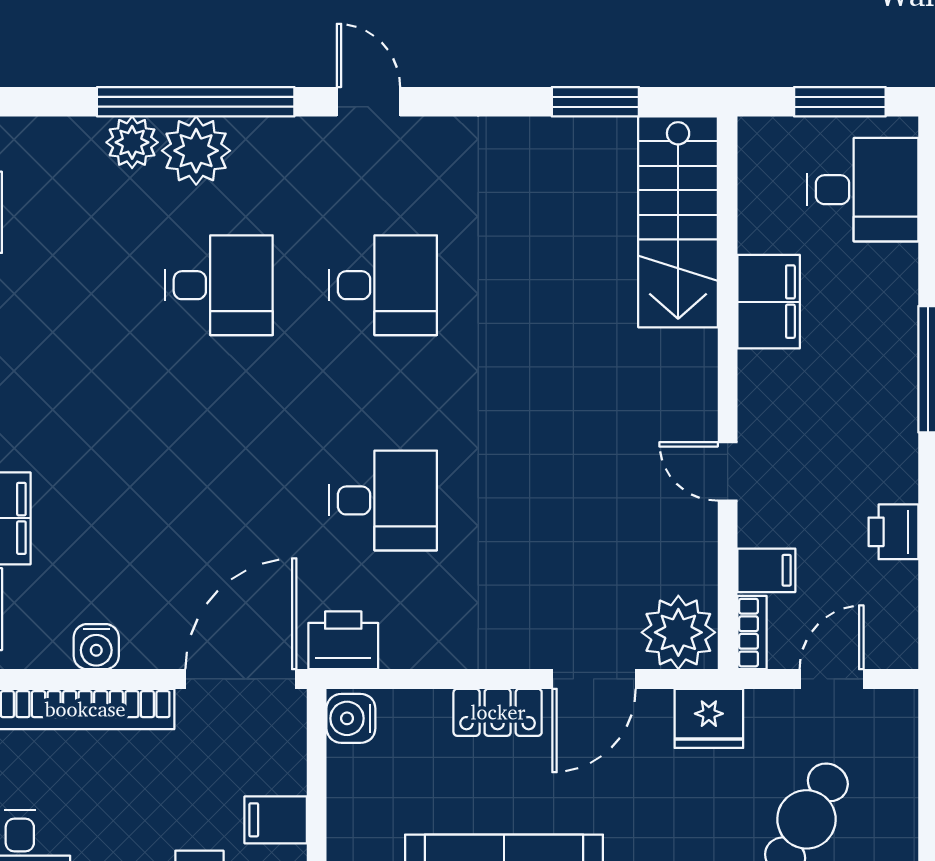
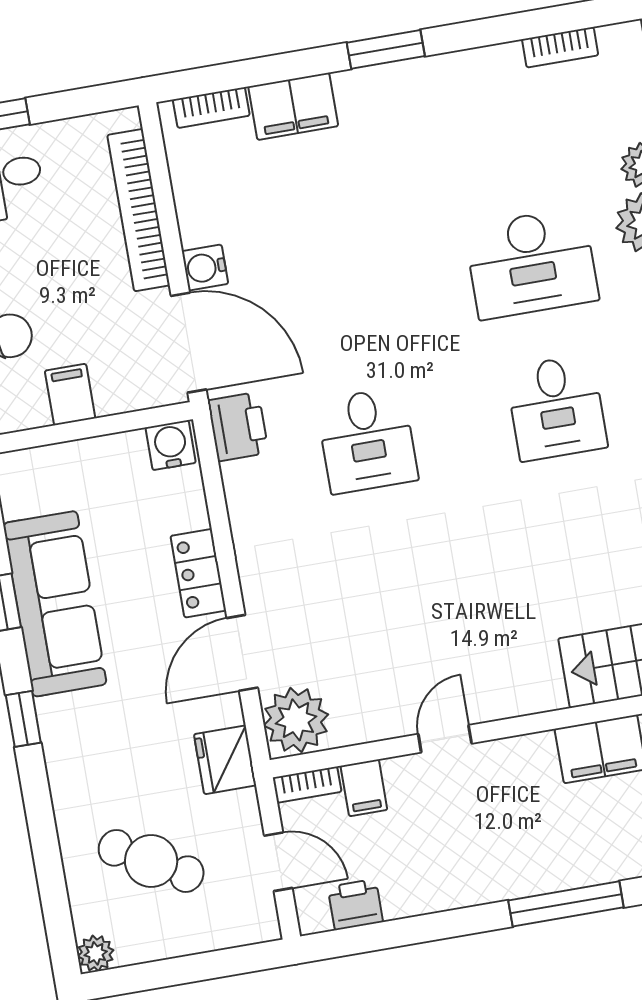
desk: (219, 285) -> (531, 263), width x1.37
printer: (893, 532) -> (355, 904), moved
water cooler: (96, 647) -> (205, 268), moved
door: (594, 679) -> (242, 653), hinge flipped

